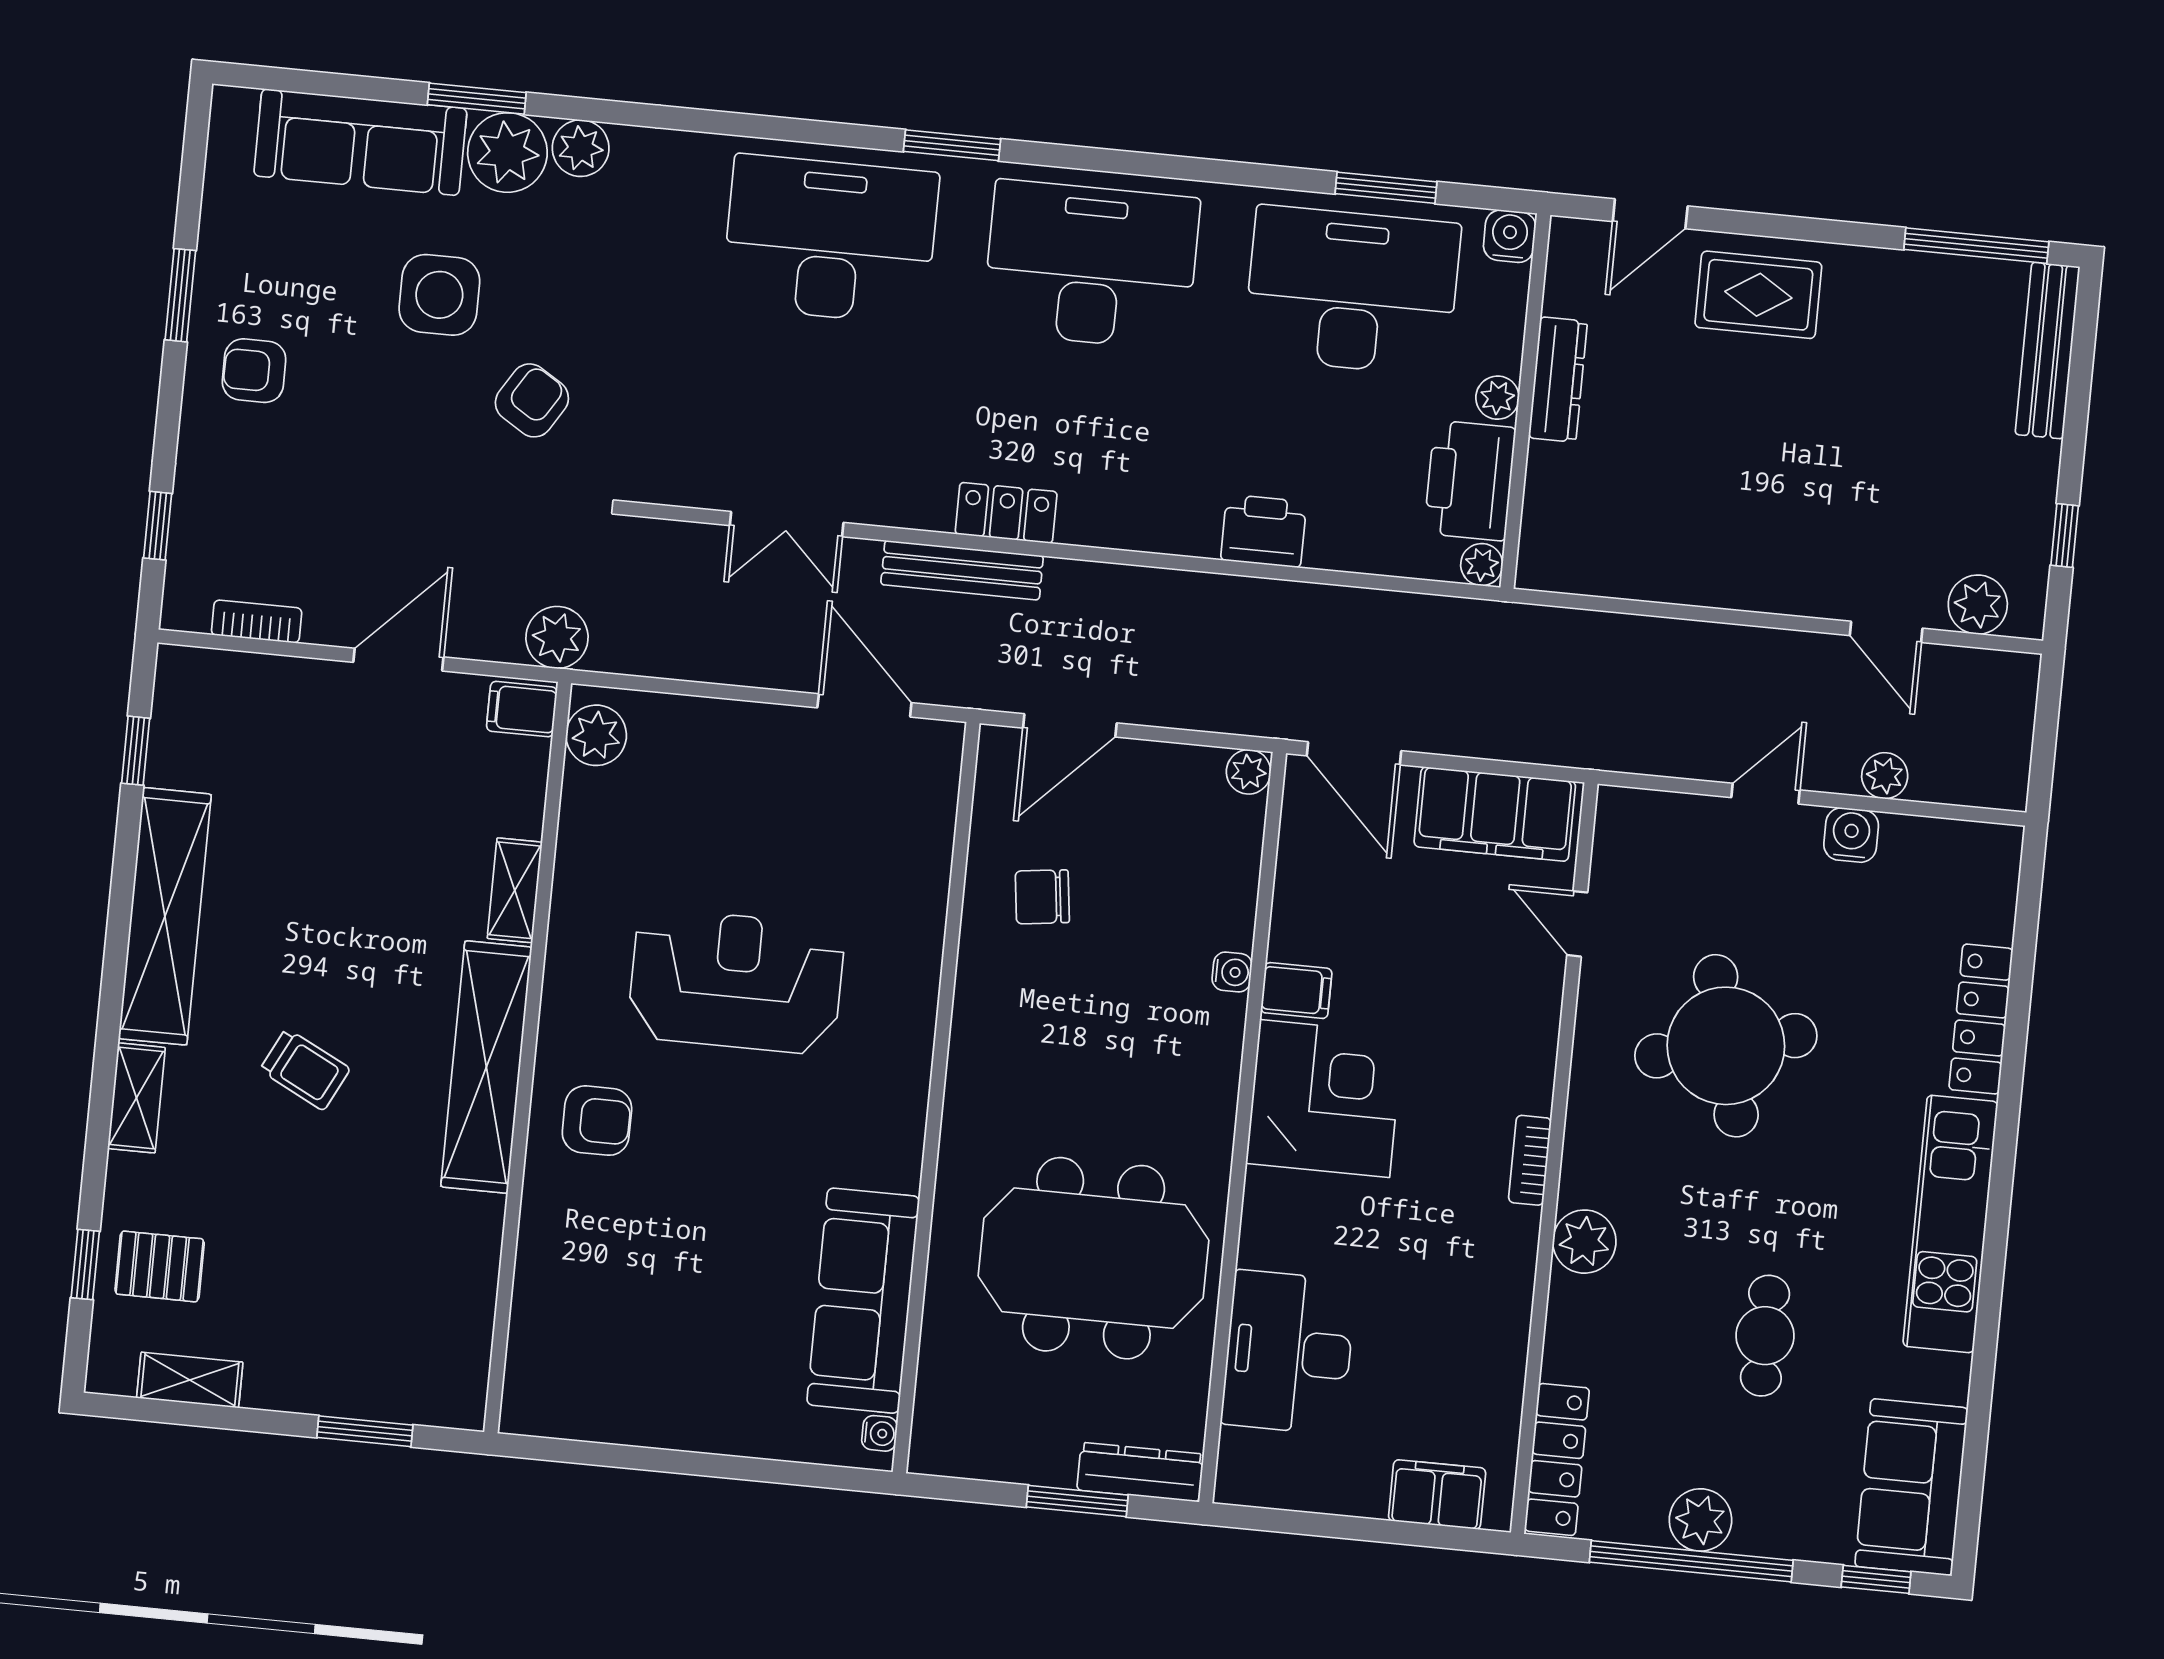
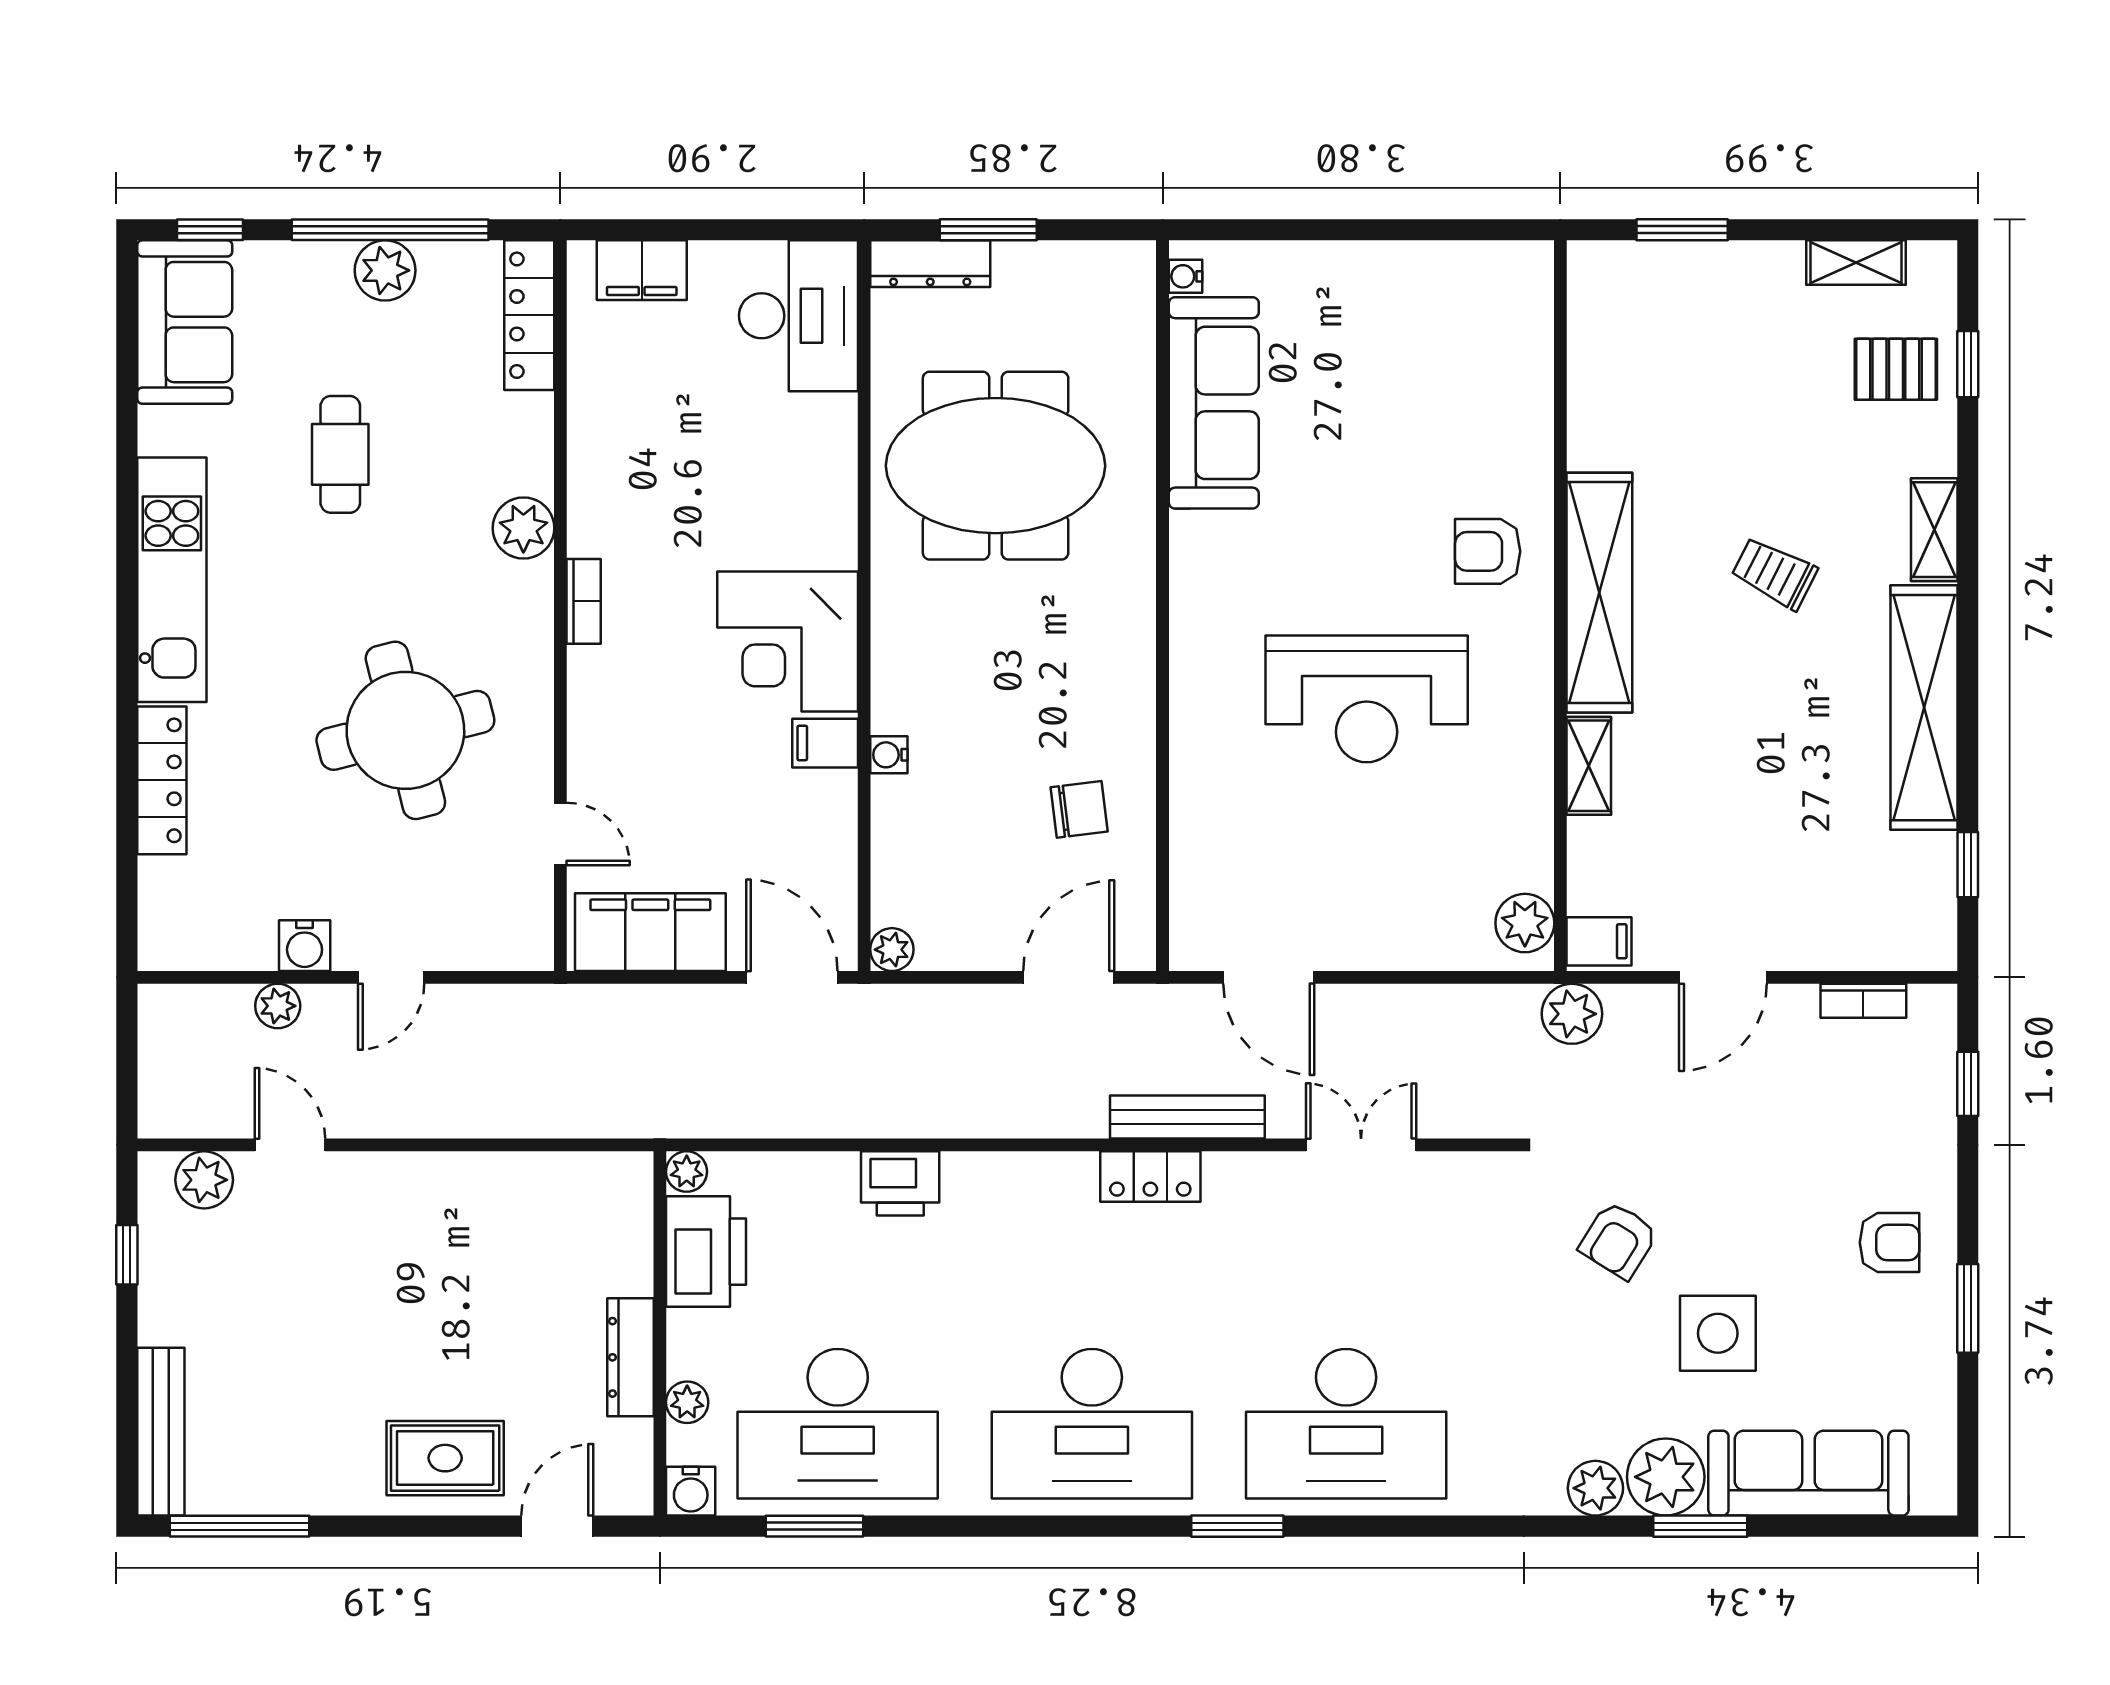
plant: (1497, 398) -> (687, 1402), moved
desk: (1289, 1352) -> (798, 316), moved

